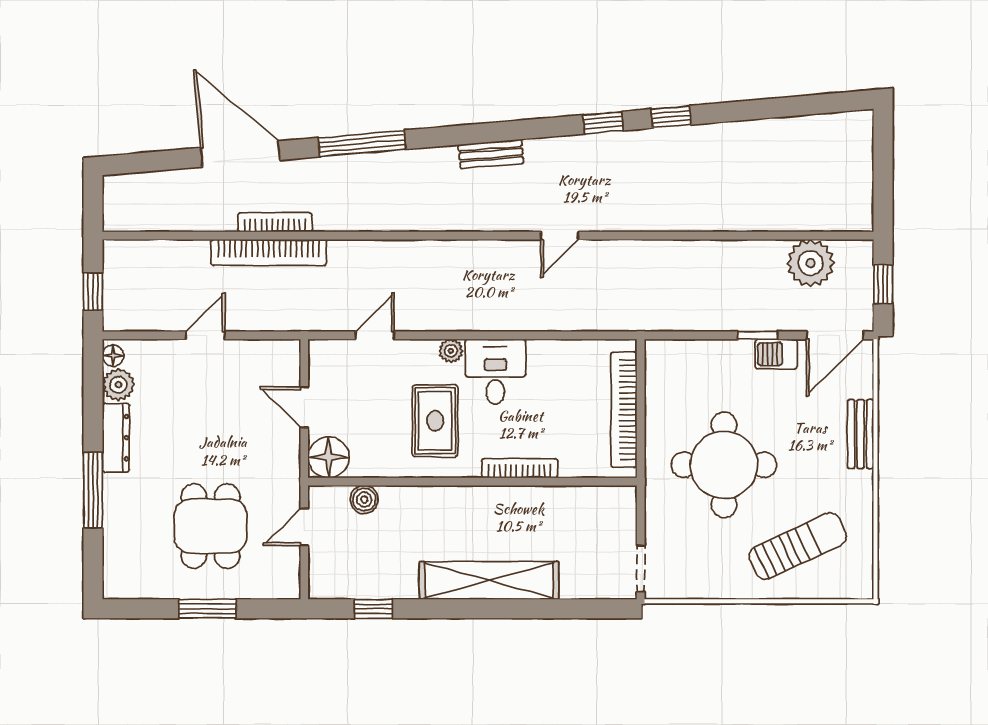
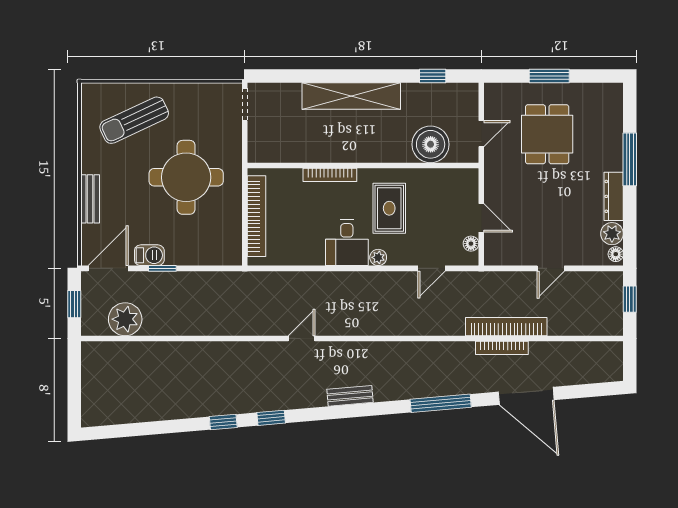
floor lamp: (329, 457) -> (471, 244), moved, width x0.53, depth x0.53
boiler: (364, 500) -> (431, 144), width x1.86, depth x1.86

